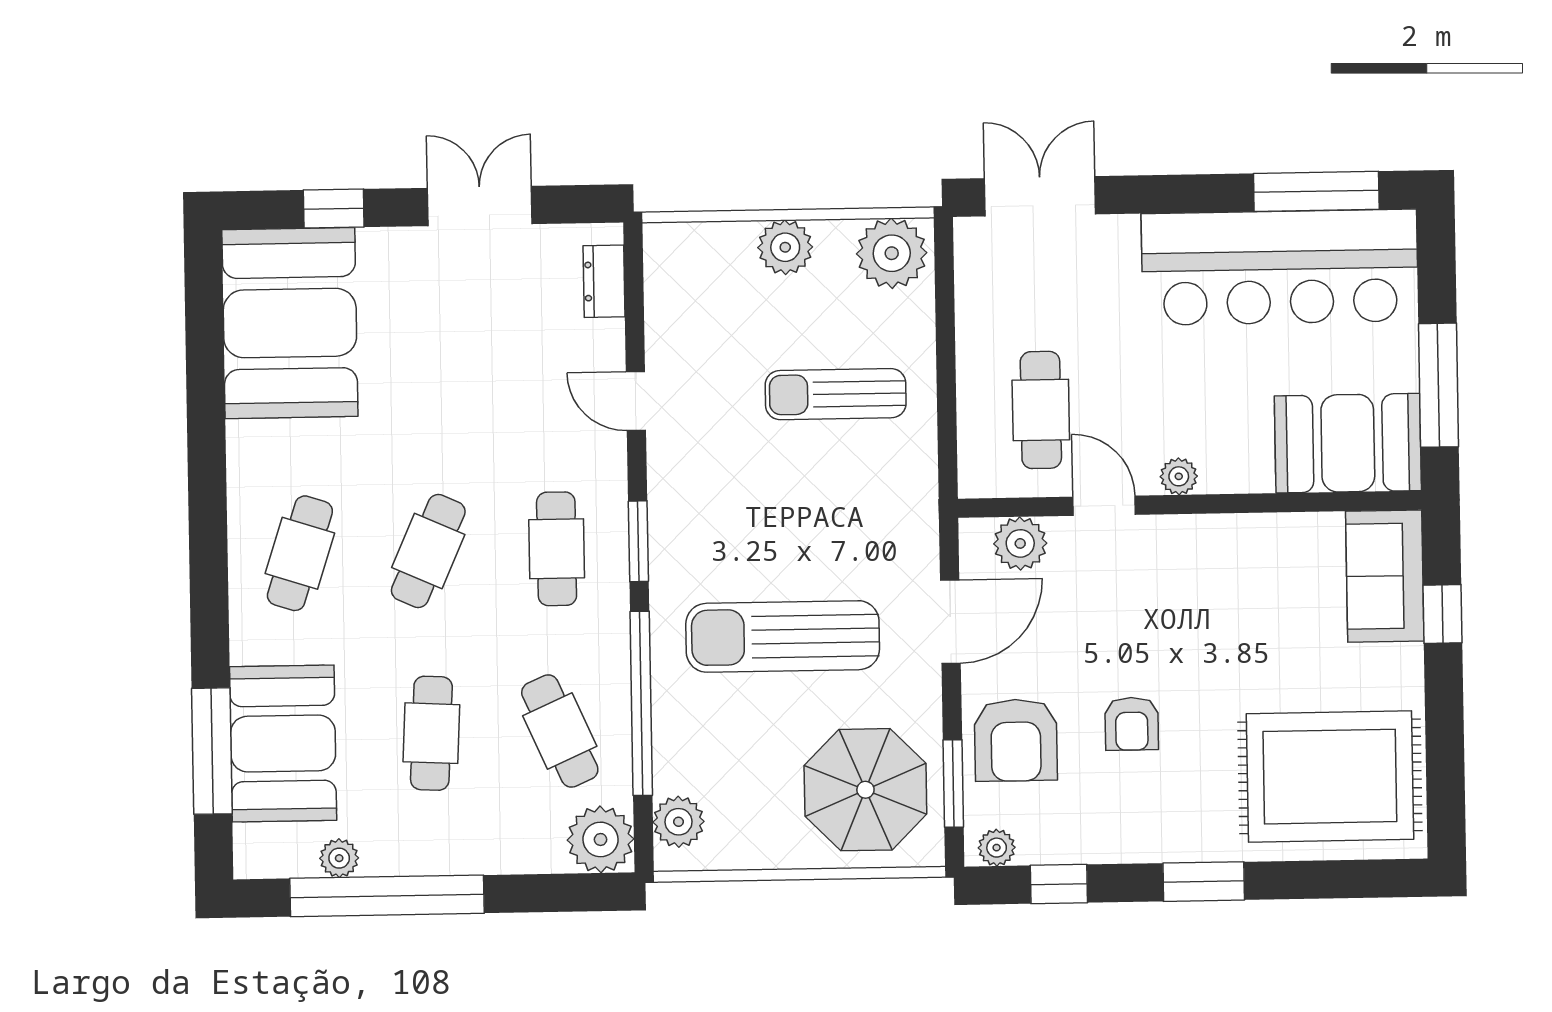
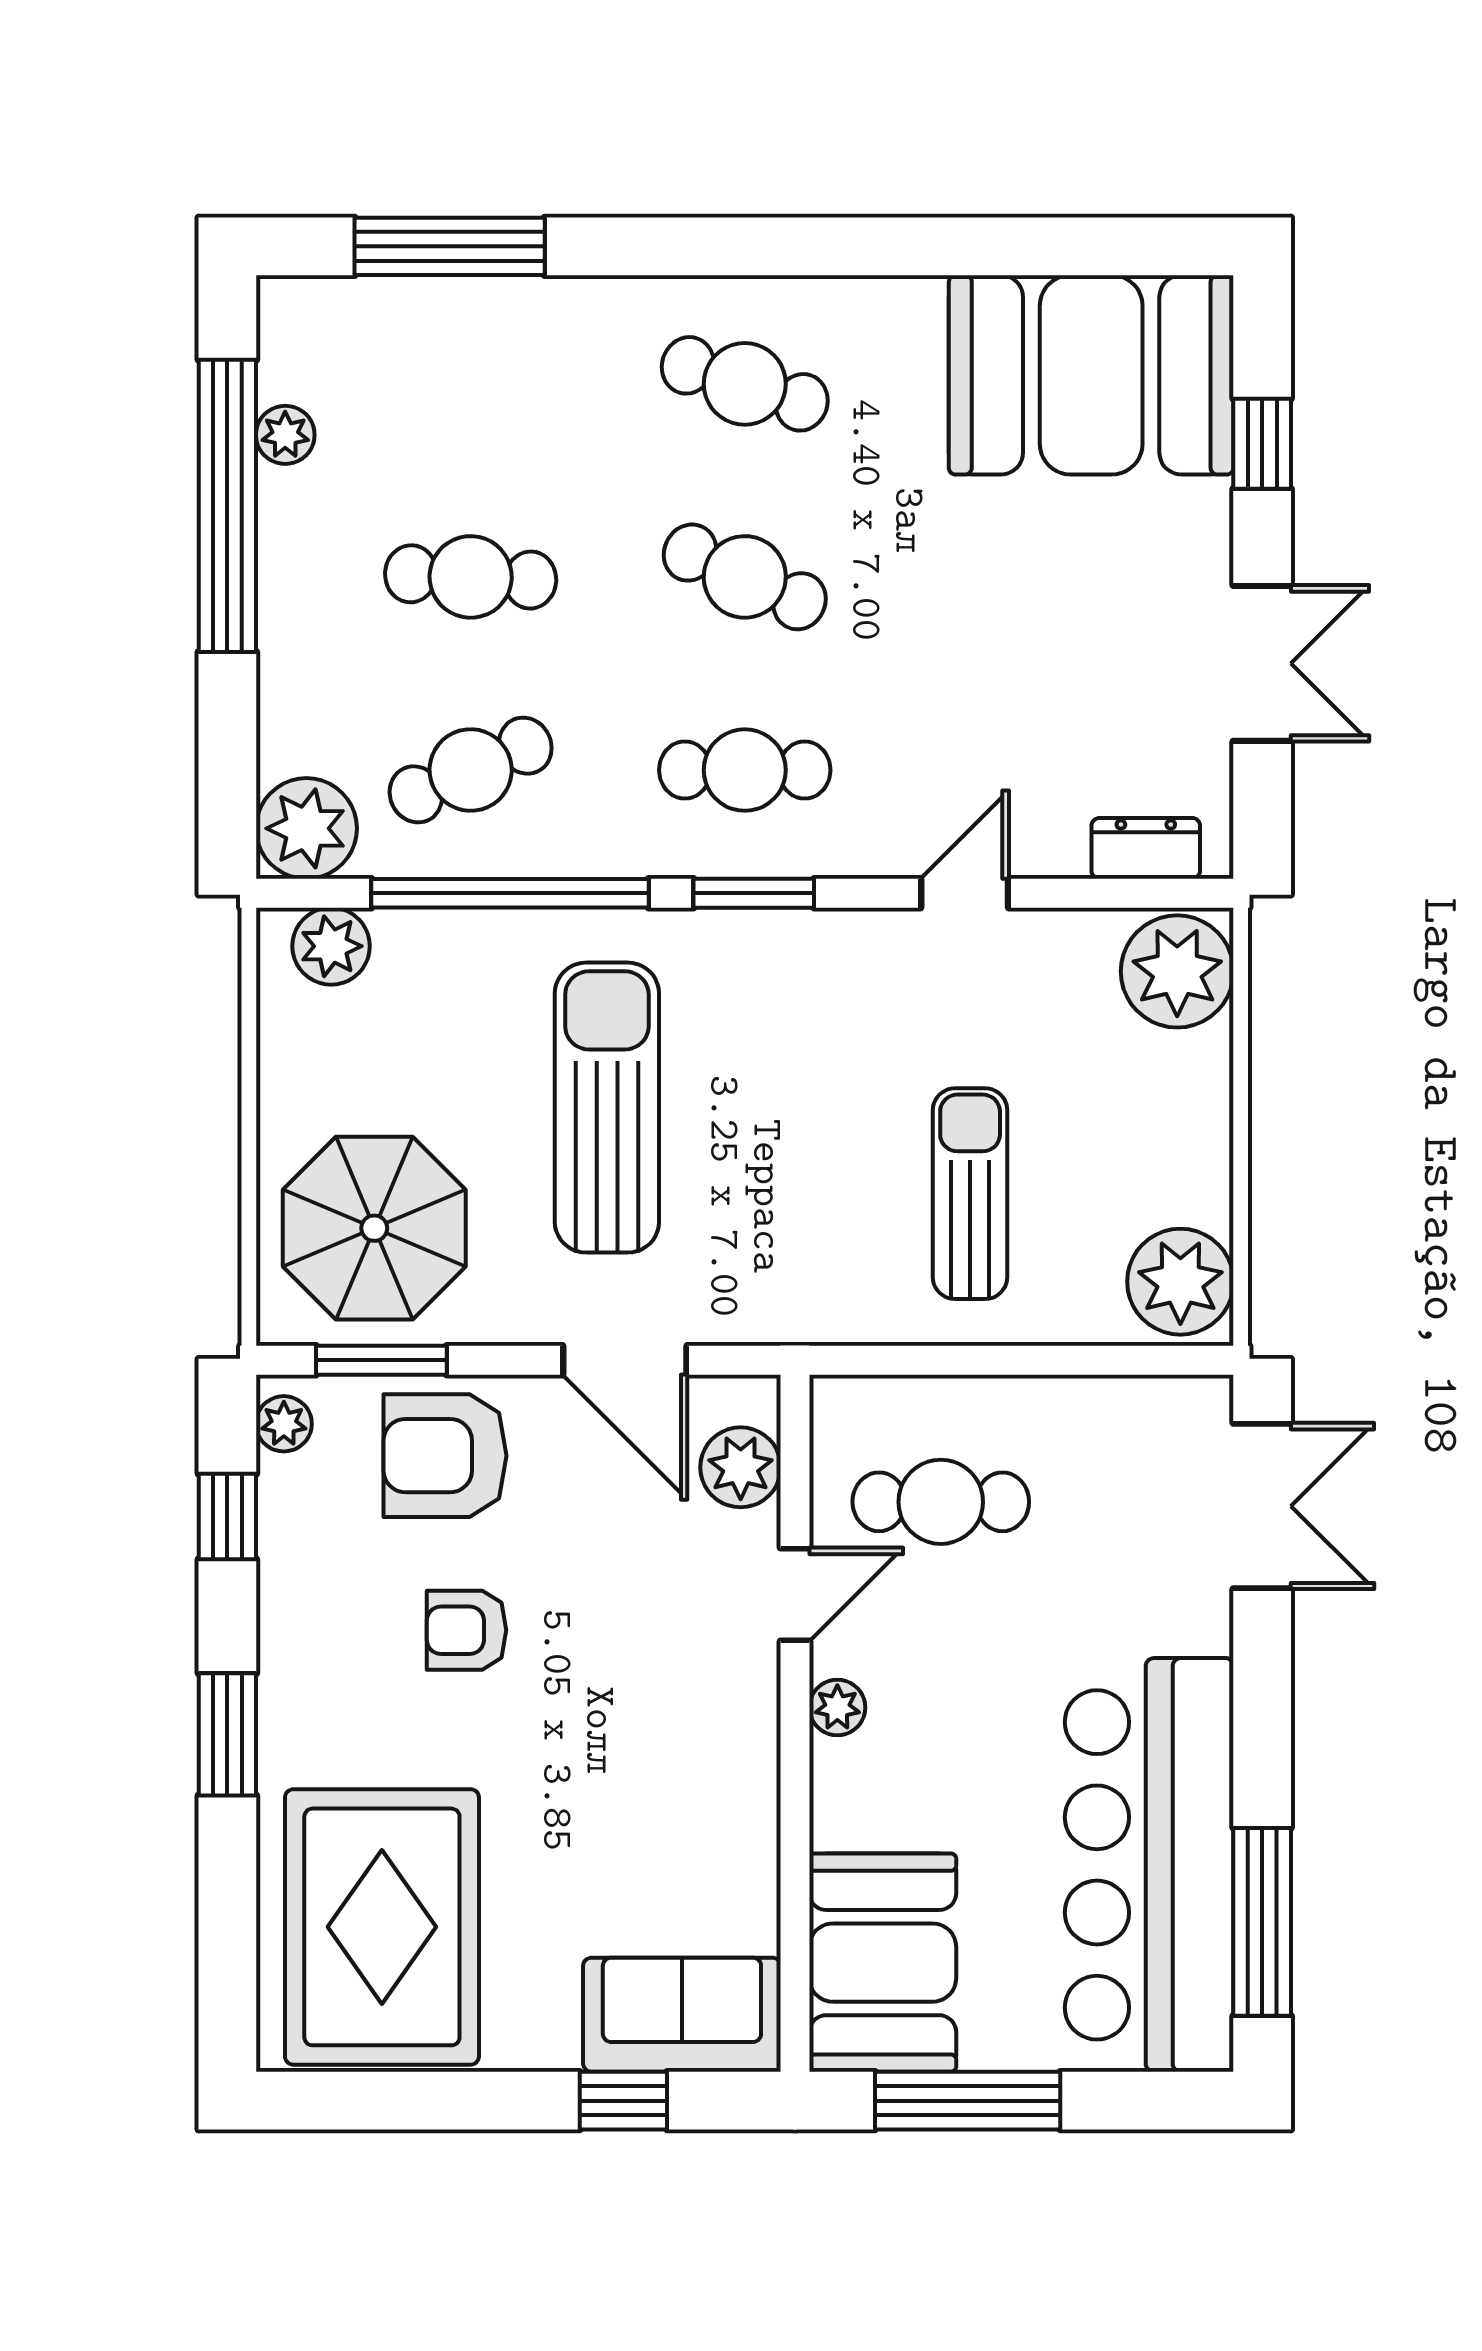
plant: (785, 247) -> (1177, 971), moved, width x1.36, depth x1.36
booth: (283, 743) -> (459, 354), removed

